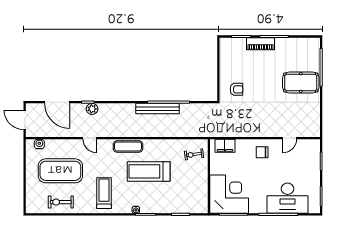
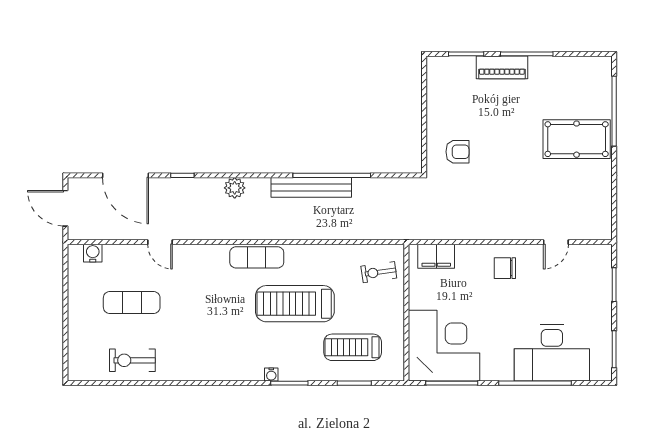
plant: (92, 109) -> (235, 188), moved
door: (90, 138) -> (160, 242), moved
exercise mat: (60, 171) -> (132, 303), width x0.50, depth x0.69
treadmill: (104, 193) -> (353, 347), moved, turned -90

